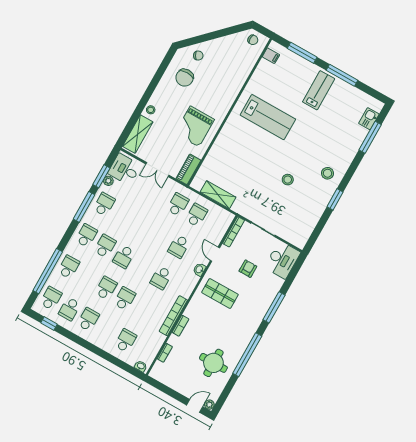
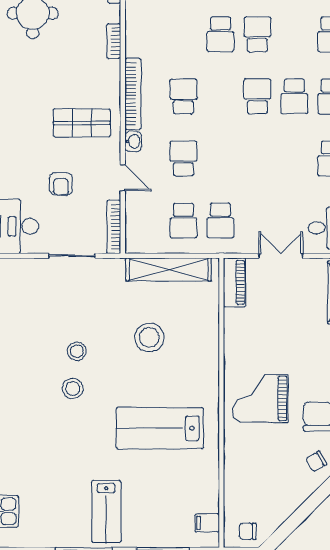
grand piano: (195, 126) -> (260, 398), moved, turned -90
stool: (247, 166) -> (149, 337), added
stool: (328, 173) -> (73, 389), moved
shelving: (218, 195) -> (169, 269), width x1.47
school desk: (106, 288) -> (257, 34), turned 180
bookcase: (173, 316) -> (133, 94), moved

